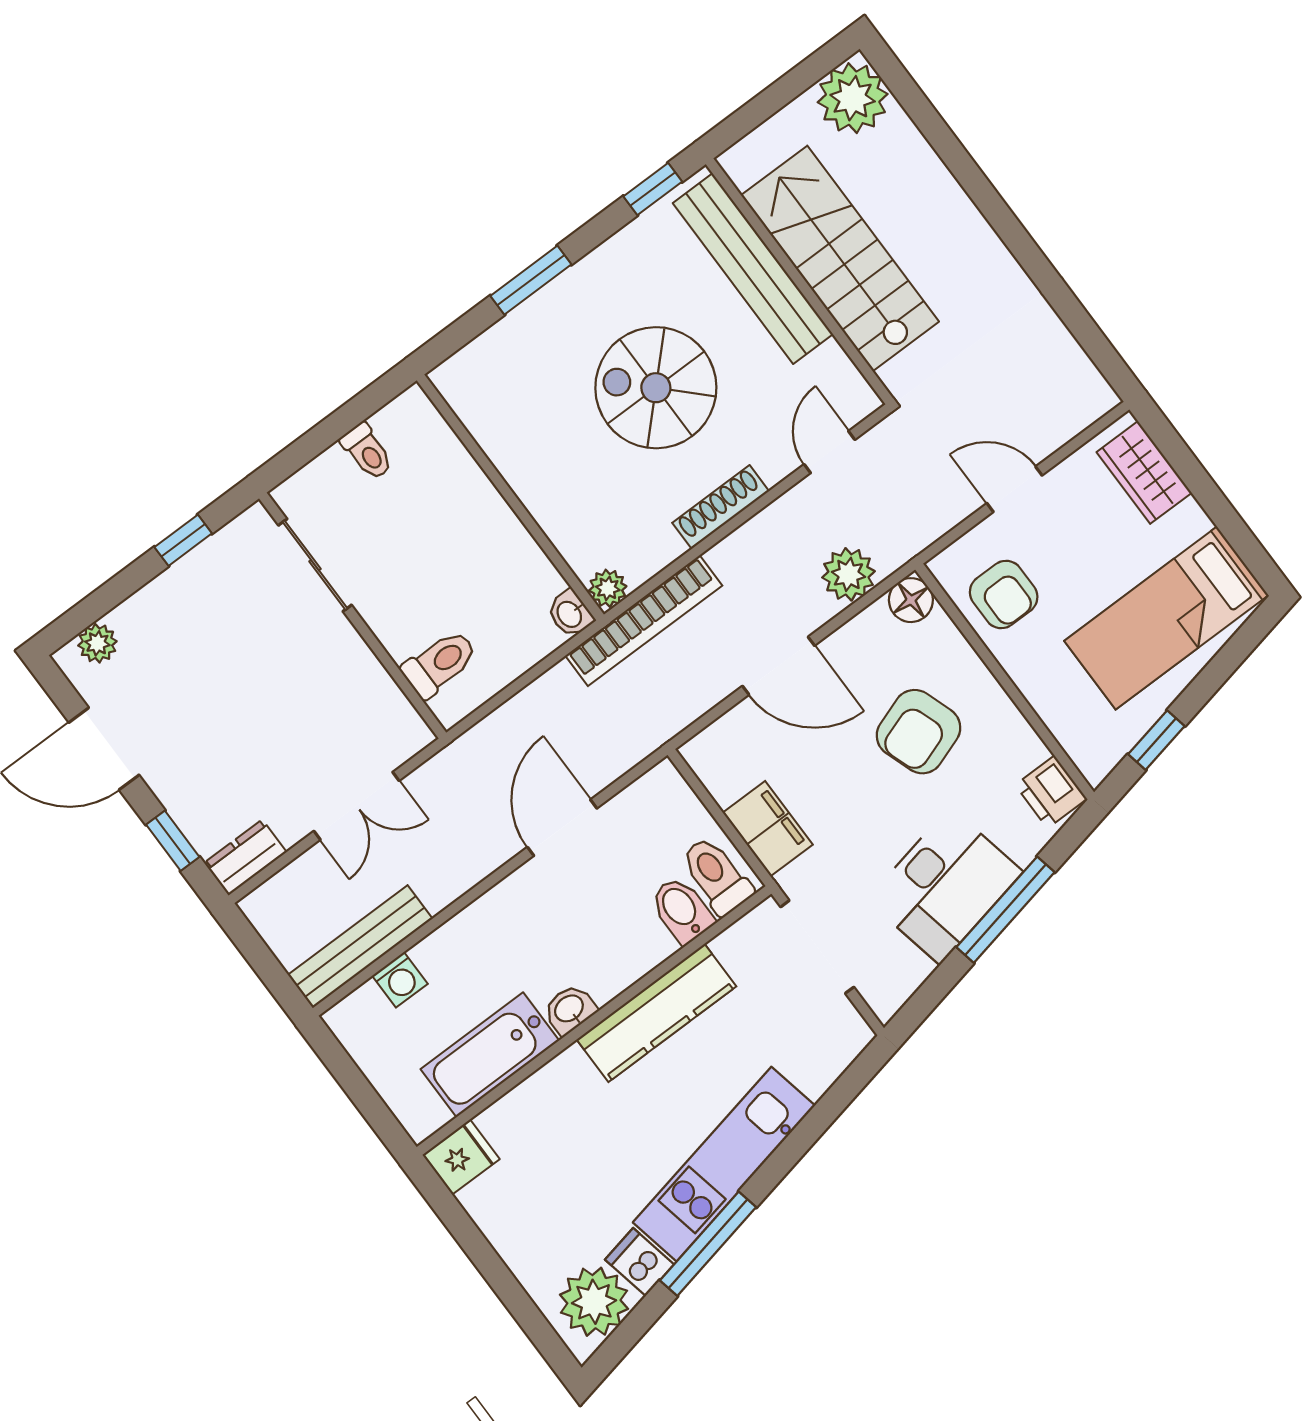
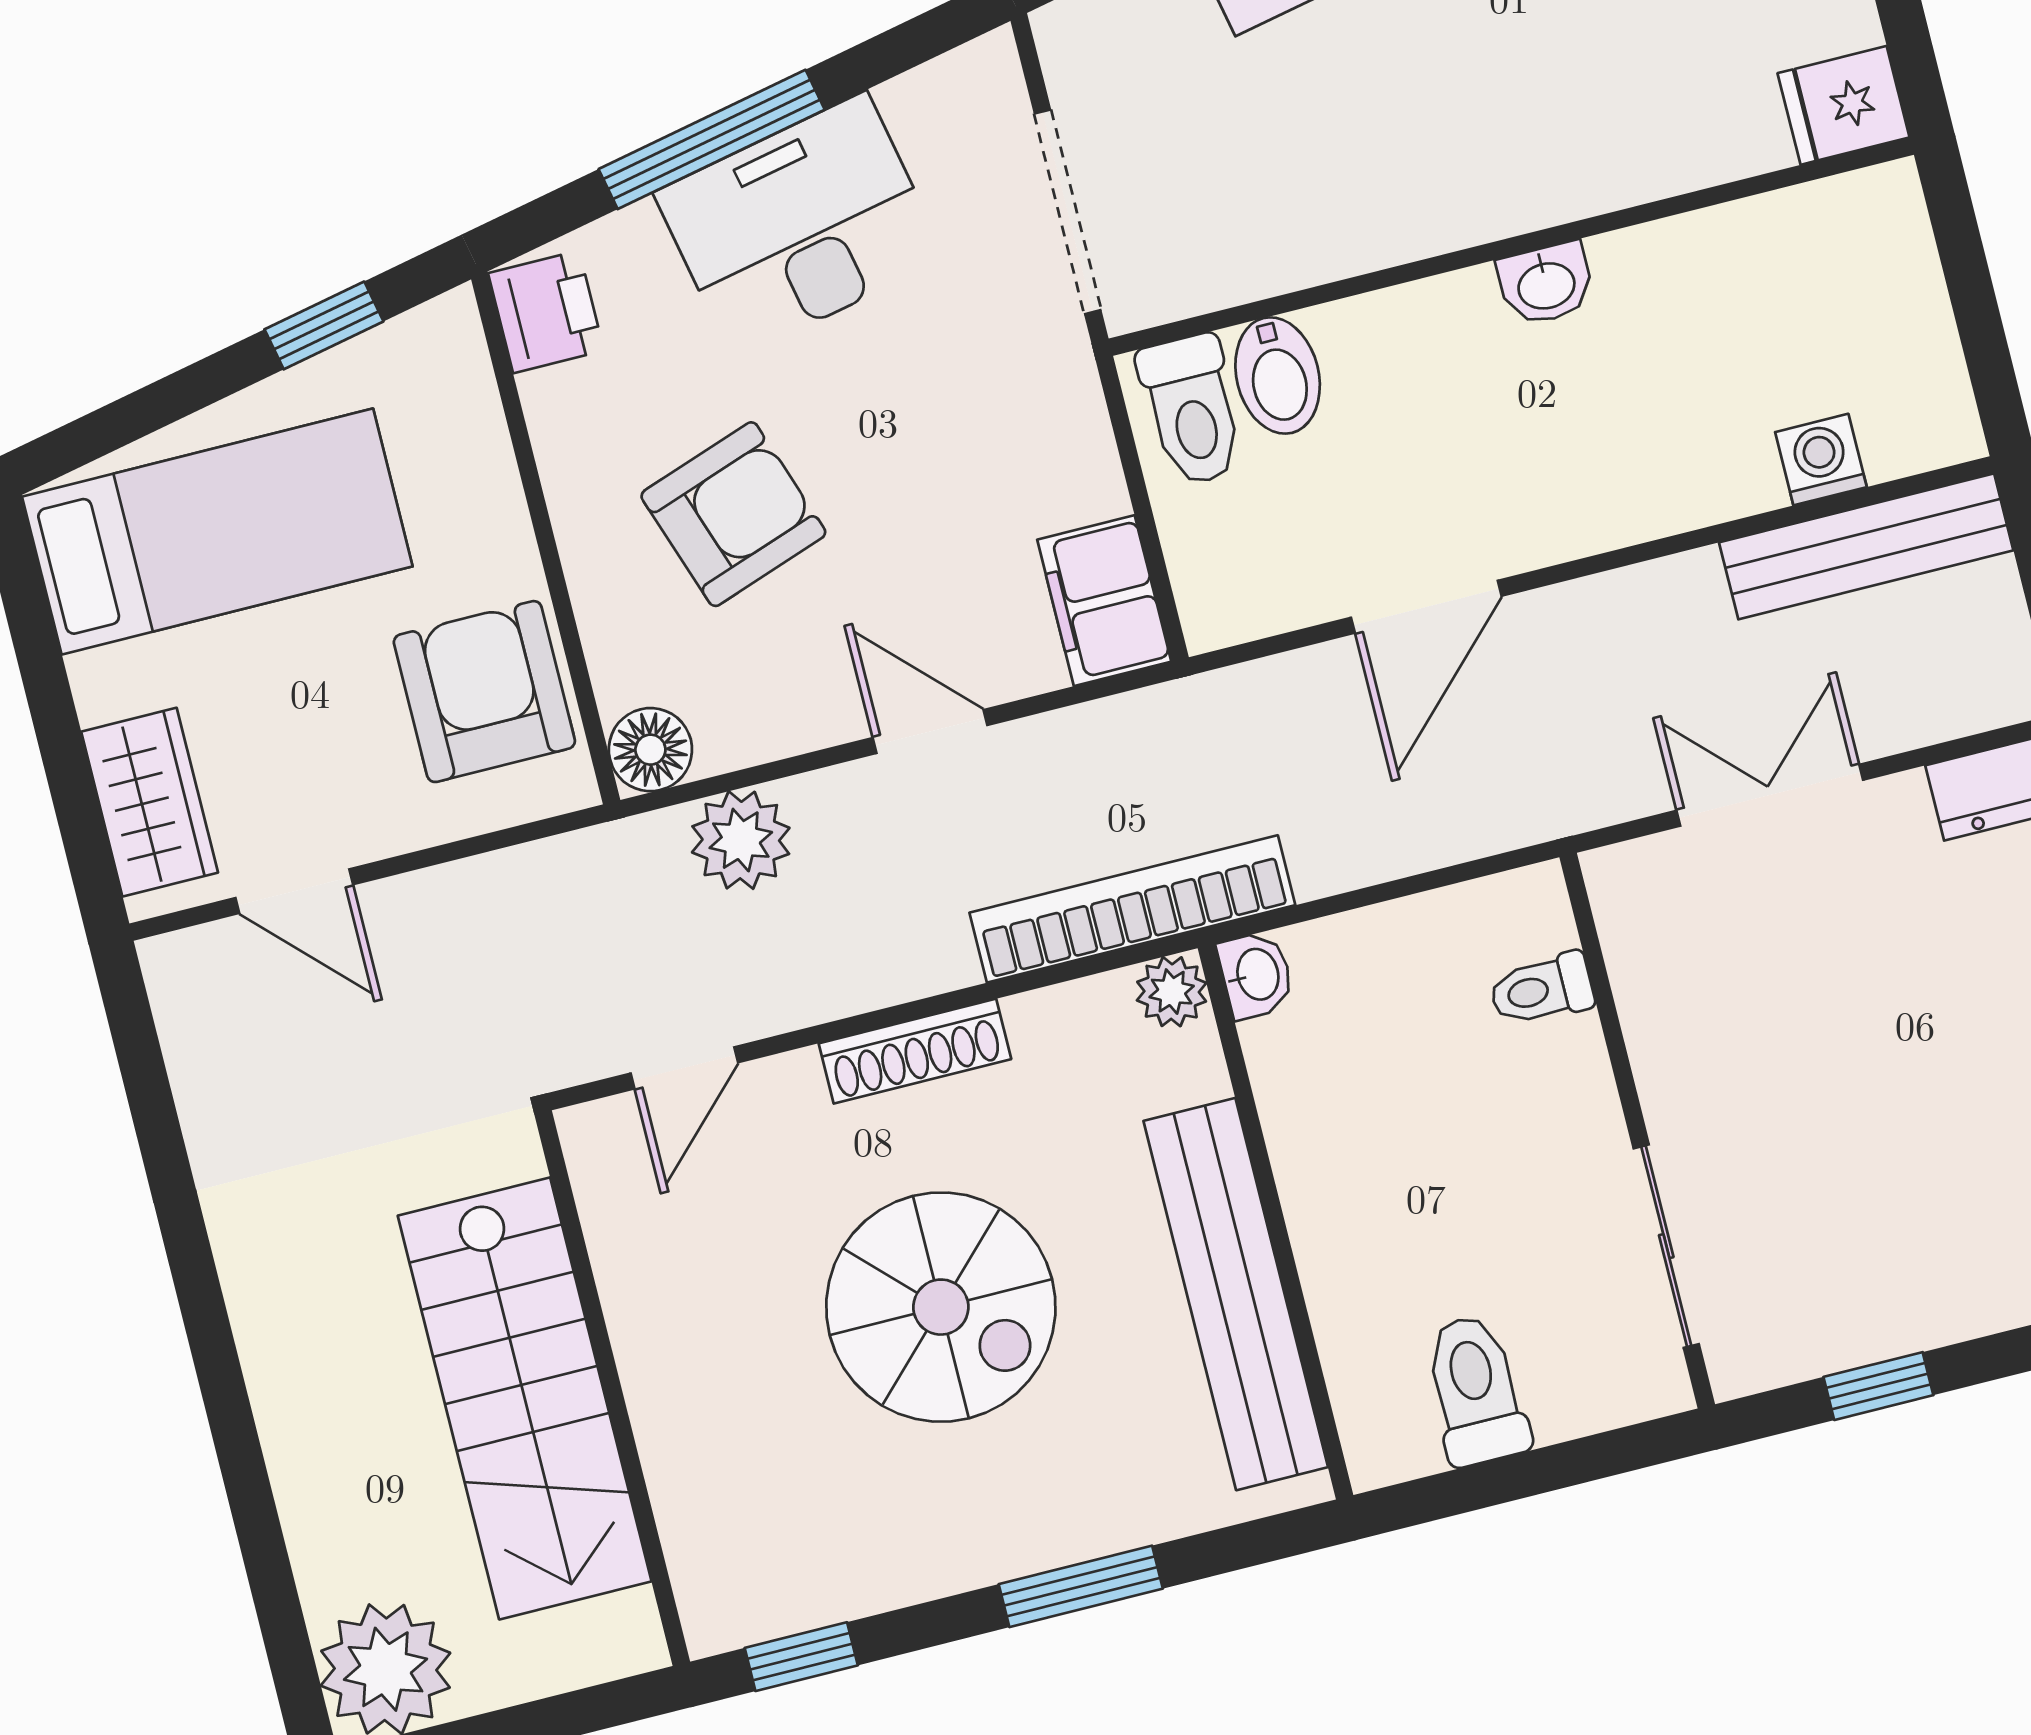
bench: (753, 269) -> (1236, 1294), moved
toilet: (367, 452) -> (1476, 1390), width x1.37, depth x1.39
door: (1014, 489) -> (294, 891), moved
armchair: (1004, 595) -> (484, 692), width x1.38, depth x1.38
toilet: (440, 664) -> (1542, 989), width x0.73, depth x0.72
door: (778, 666) -> (930, 731), width x0.73
filing cabinet: (768, 829) -> (1104, 601), moved
kitchen counter: (656, 1013) -> (1397, 214), removed
bathtub: (490, 1055) -> (1719, 263), removed

